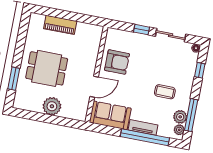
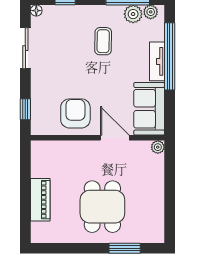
window: (141, 30) -> (25, 109), moved
plant: (52, 106) -> (158, 147), moved, width x0.53, depth x0.53

